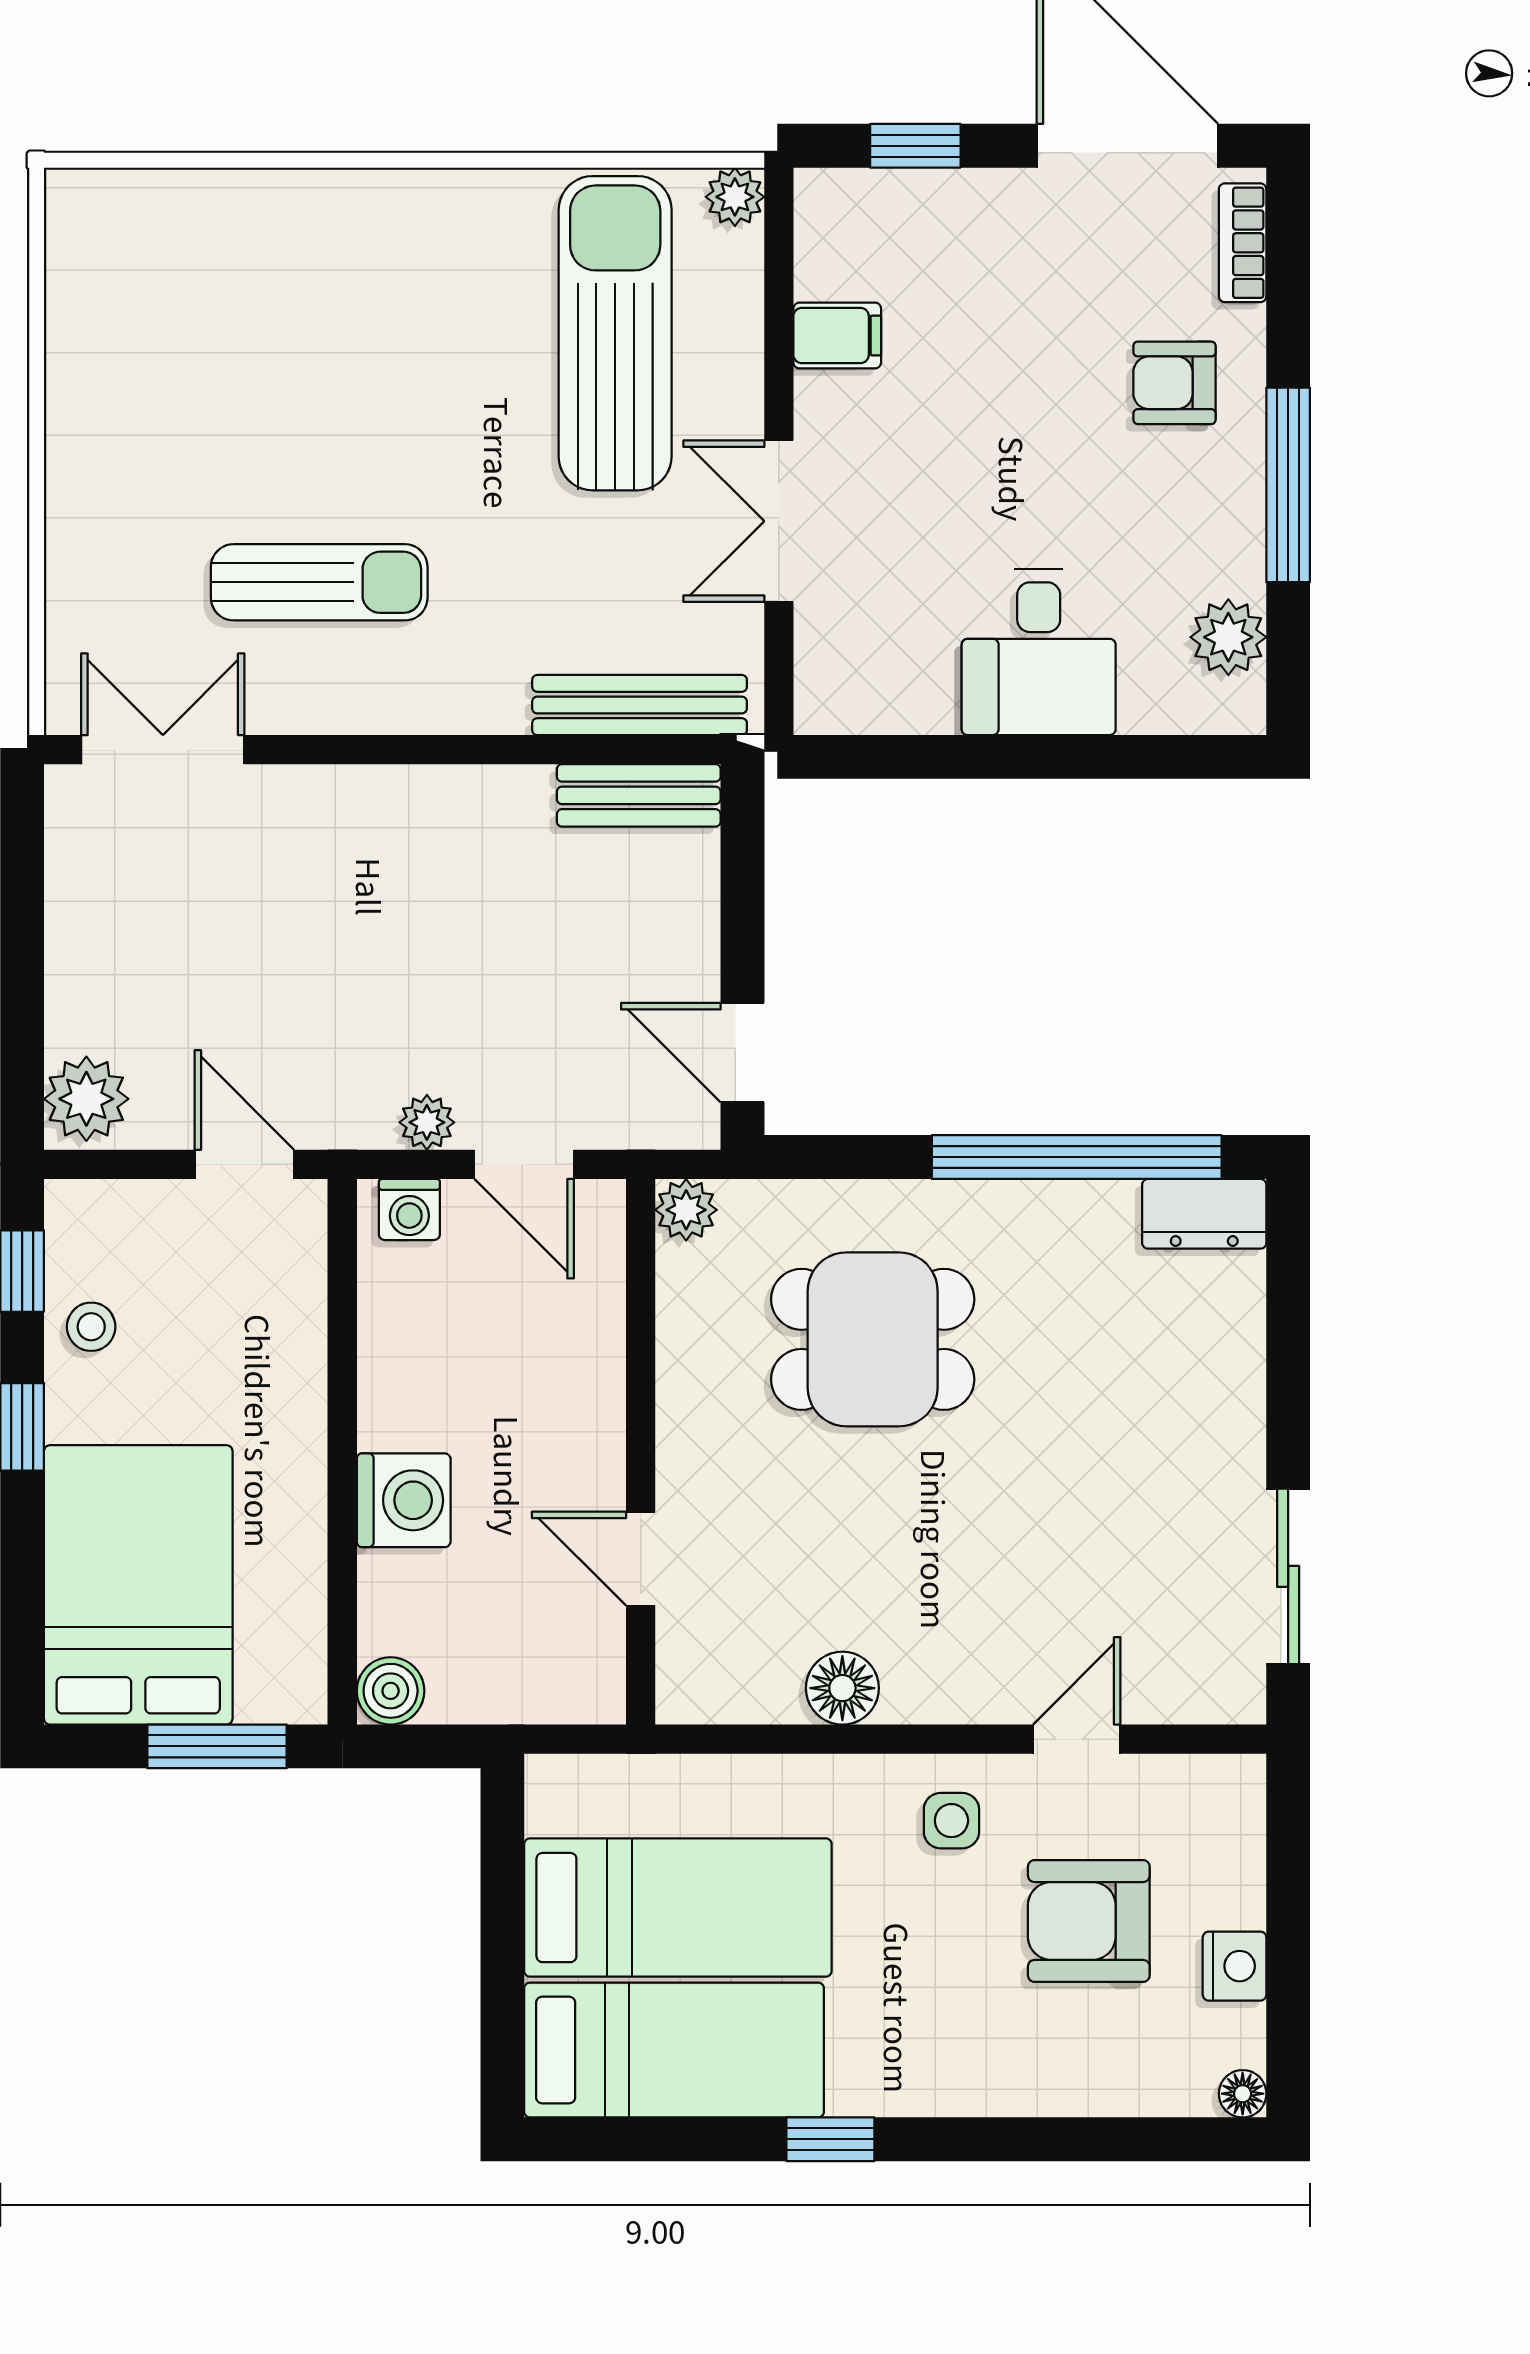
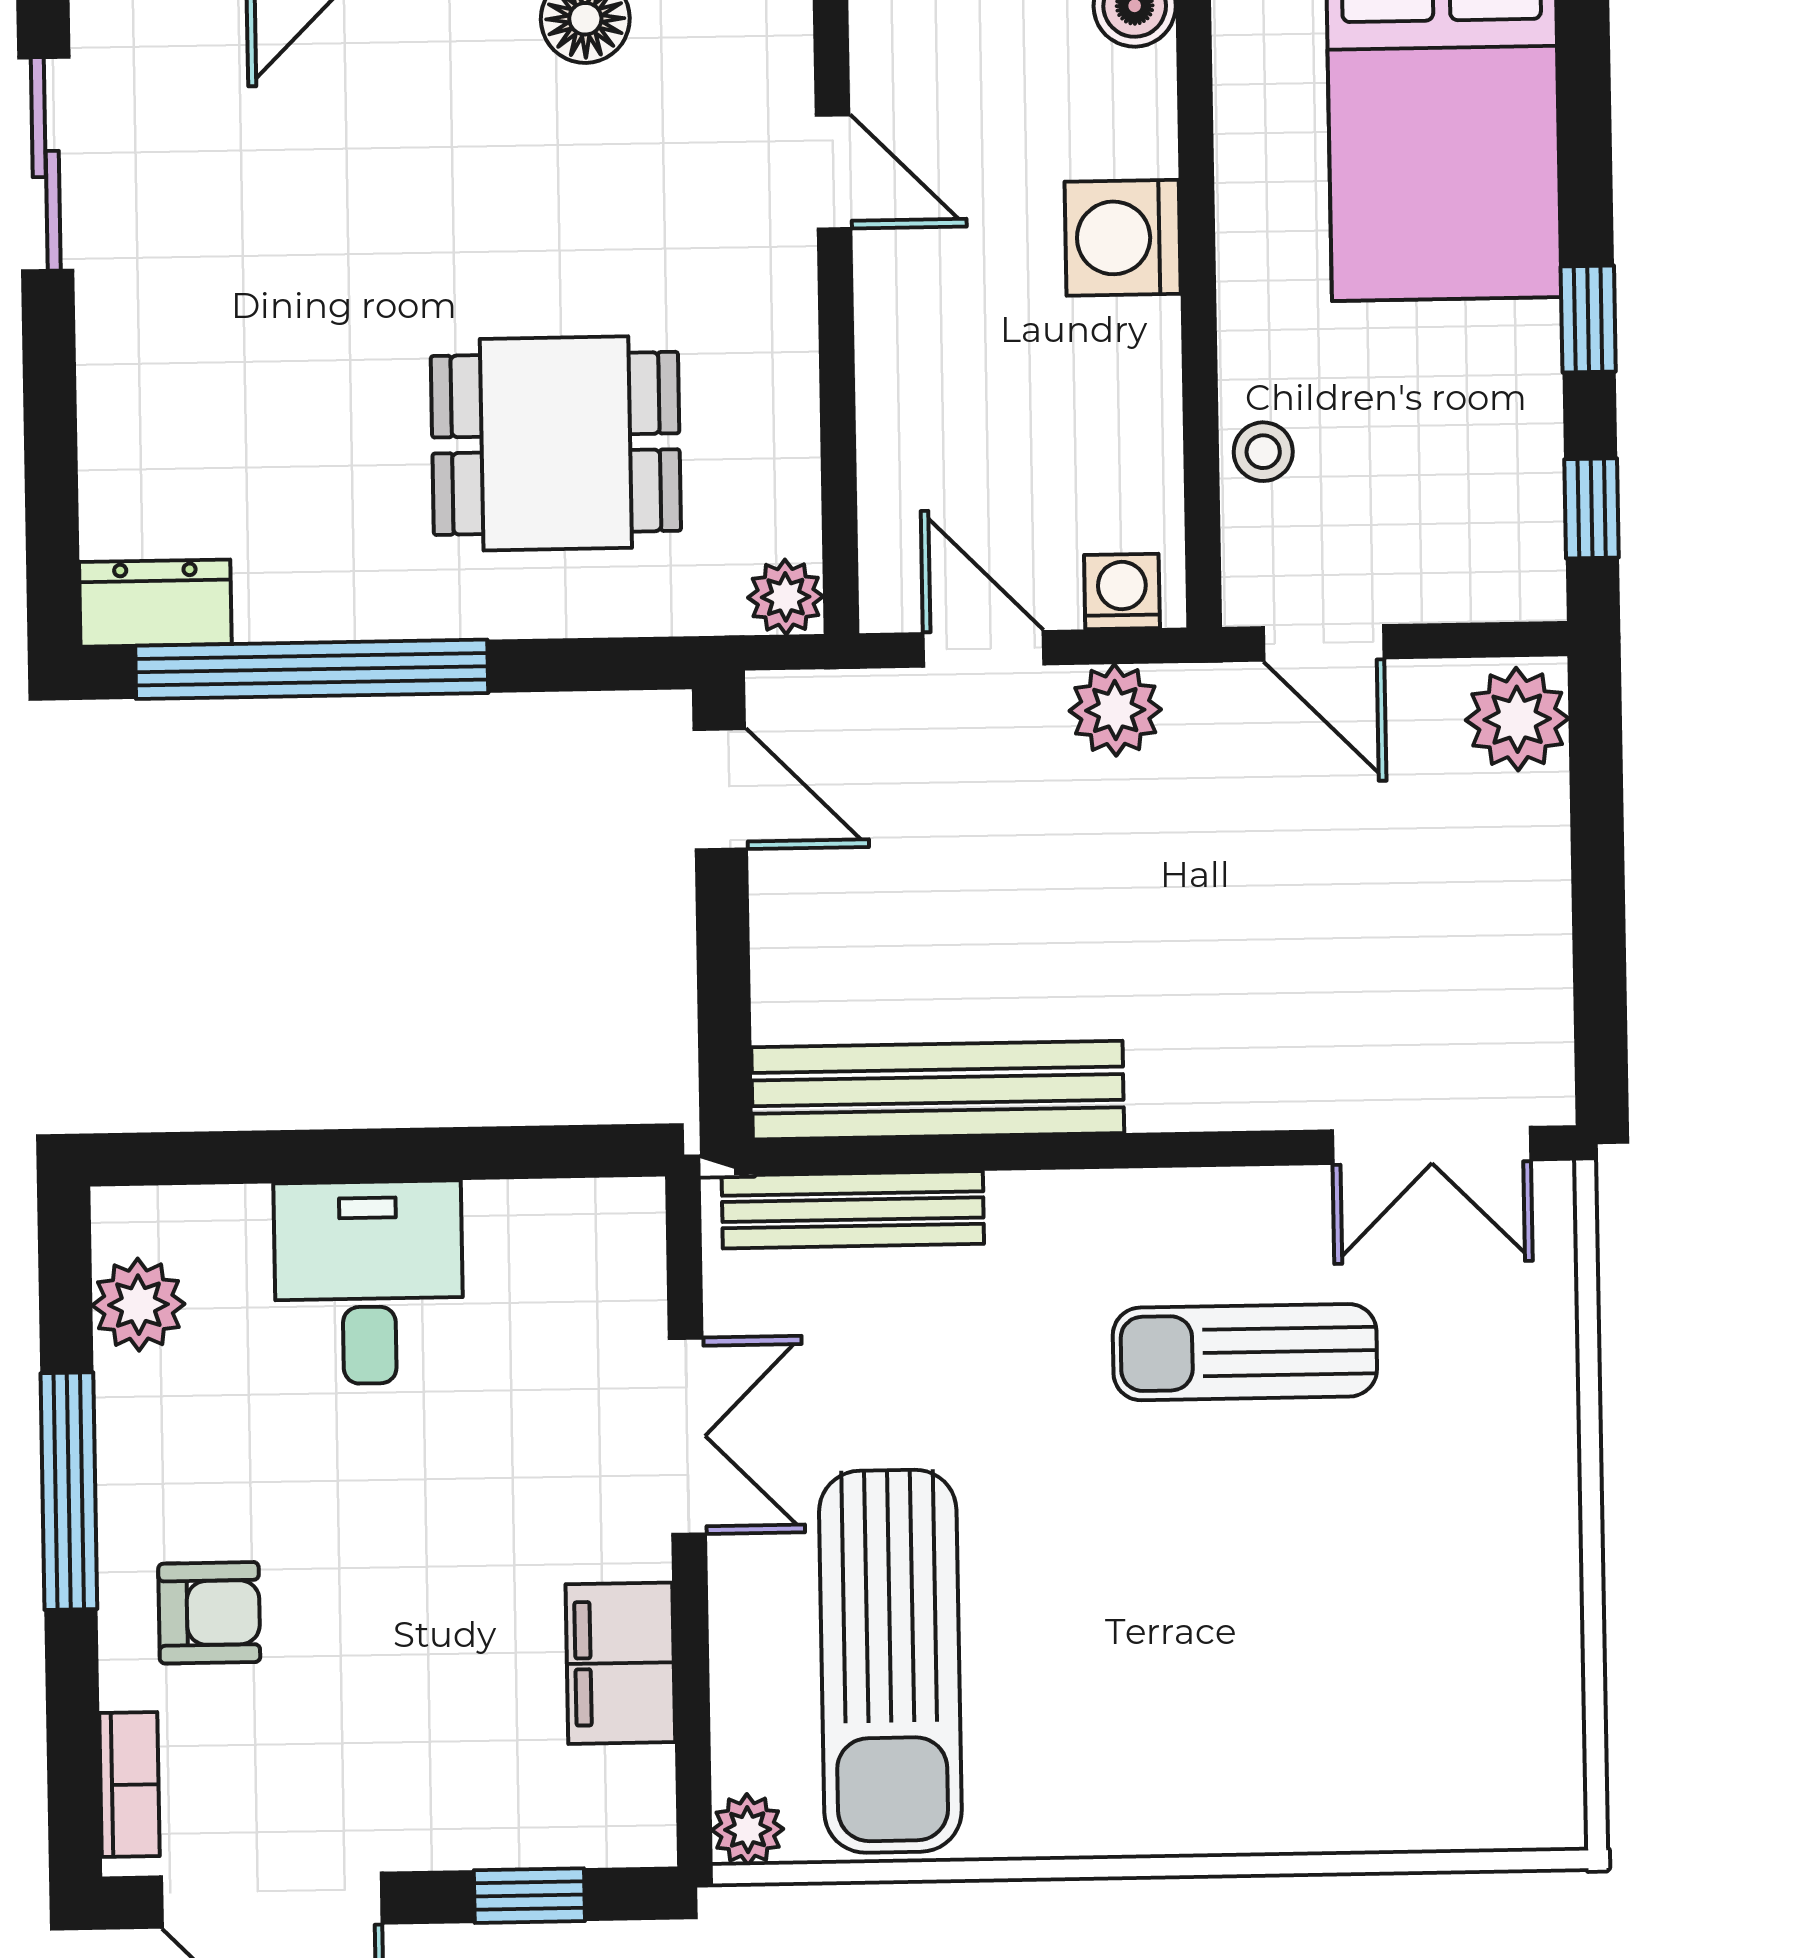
filing cabinet: (837, 335) -> (620, 1663), width x2.00
bench: (639, 795) -> (938, 1090), width x1.86, depth x1.21
plant: (427, 1122) -> (1115, 710), width x1.38, depth x1.38
stool: (91, 1327) -> (1263, 452), moved

